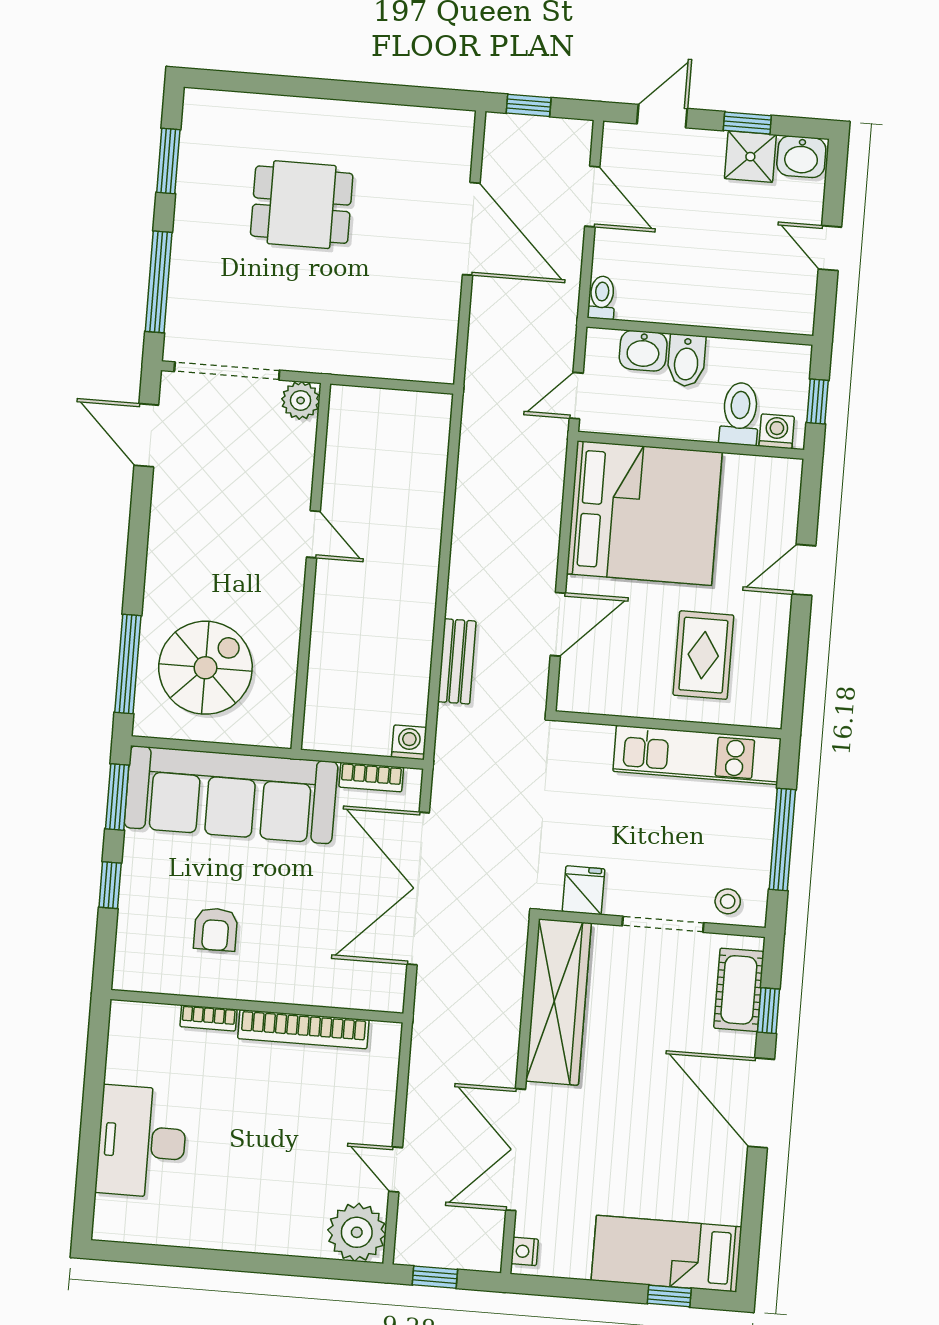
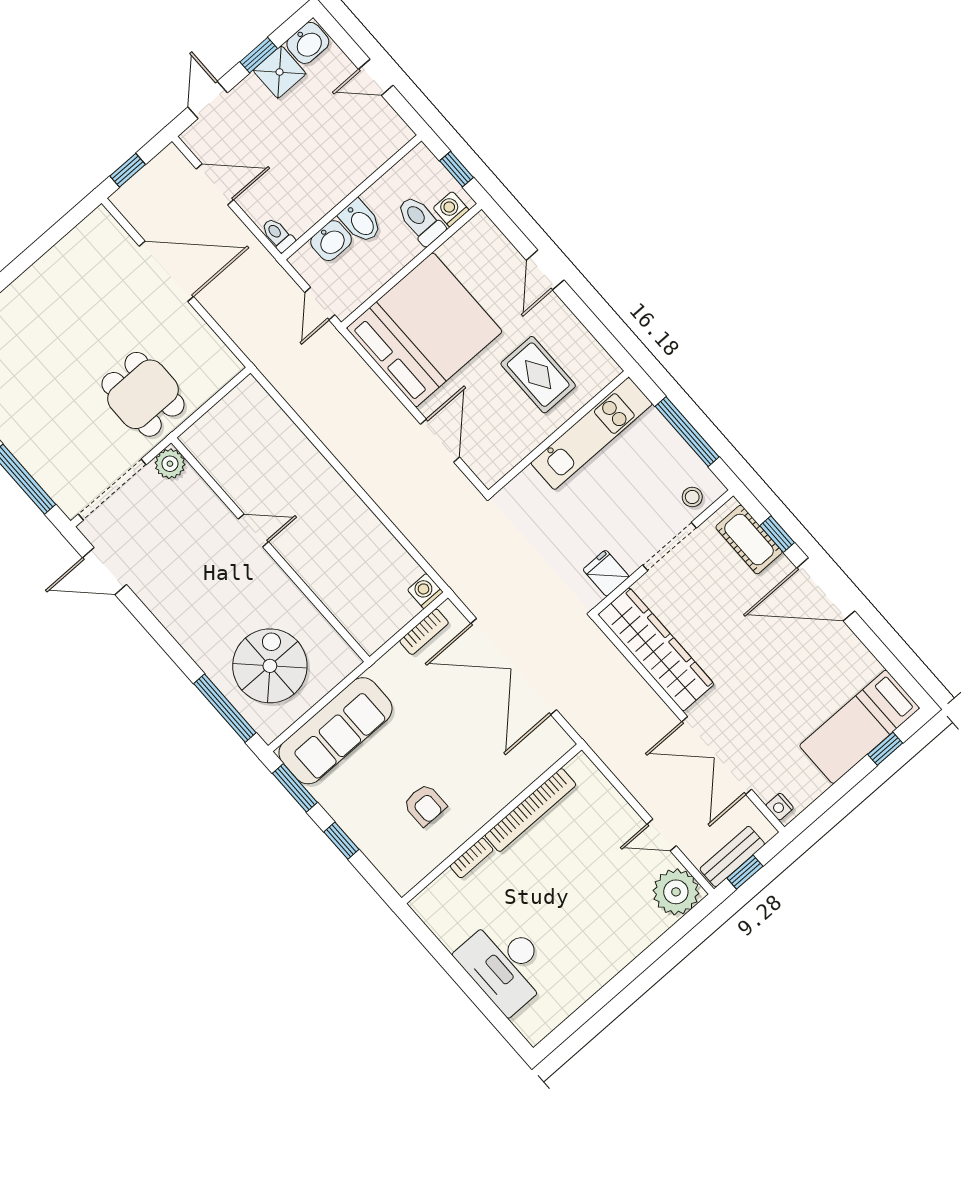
dining table: (302, 205) -> (143, 394), moved, turned 90
bench: (457, 661) -> (732, 856), moved, turned 90
sofa: (231, 795) -> (335, 731), width x0.74, depth x0.79

